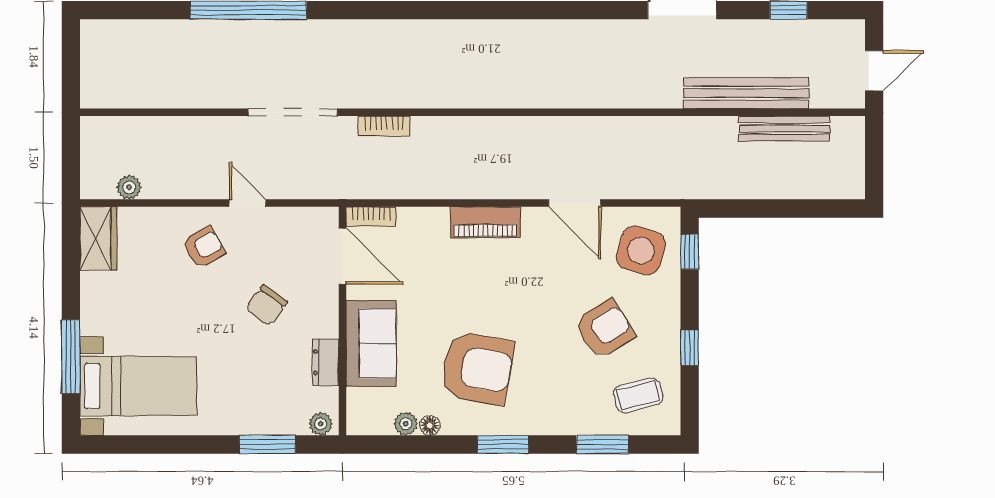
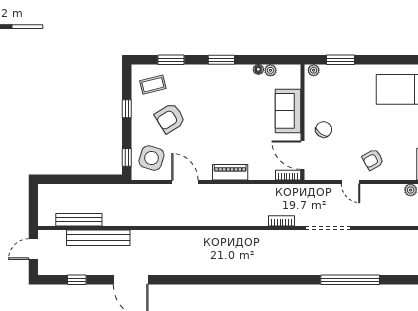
chair: (267, 305) -> (324, 129), moved
dresser: (326, 362) -> (311, 101), removed
armchair: (477, 368) -> (234, 98), removed

